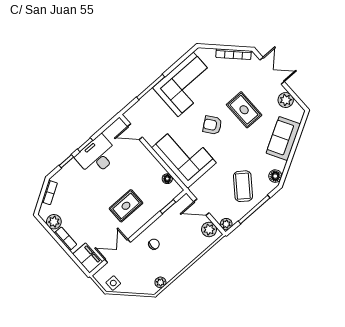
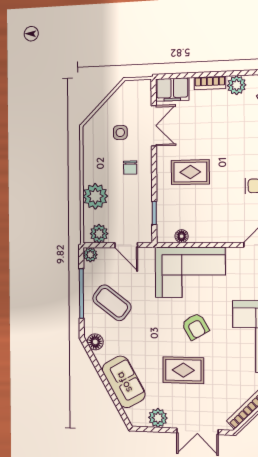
armchair: (212, 125) -> (195, 326), turned 97
rug: (126, 206) -> (190, 172), turned 90
door: (201, 207) -> (126, 245), swing flipped
plant: (160, 282) -> (95, 196), moved, width x1.87, depth x1.87
side table: (113, 283) -> (120, 132), moved

